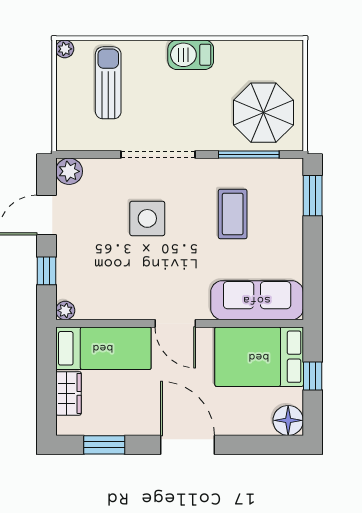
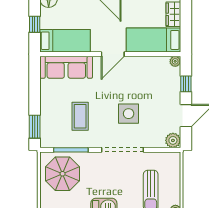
door: (175, 323) -> (113, 54), swing flipped
bed: (259, 357) -> (65, 41), width x0.67

